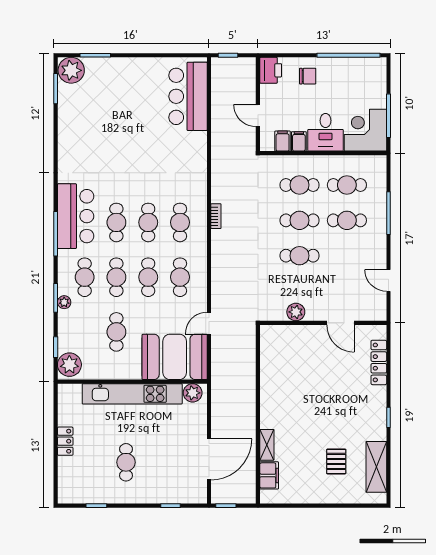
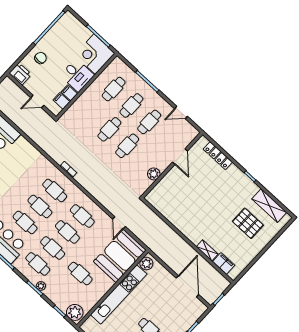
cafe table: (300, 185) -> (149, 122), moved
door: (340, 323) -> (180, 157), hinge flipped
pallet: (336, 461) -> (248, 223), width x1.50, depth x1.42

